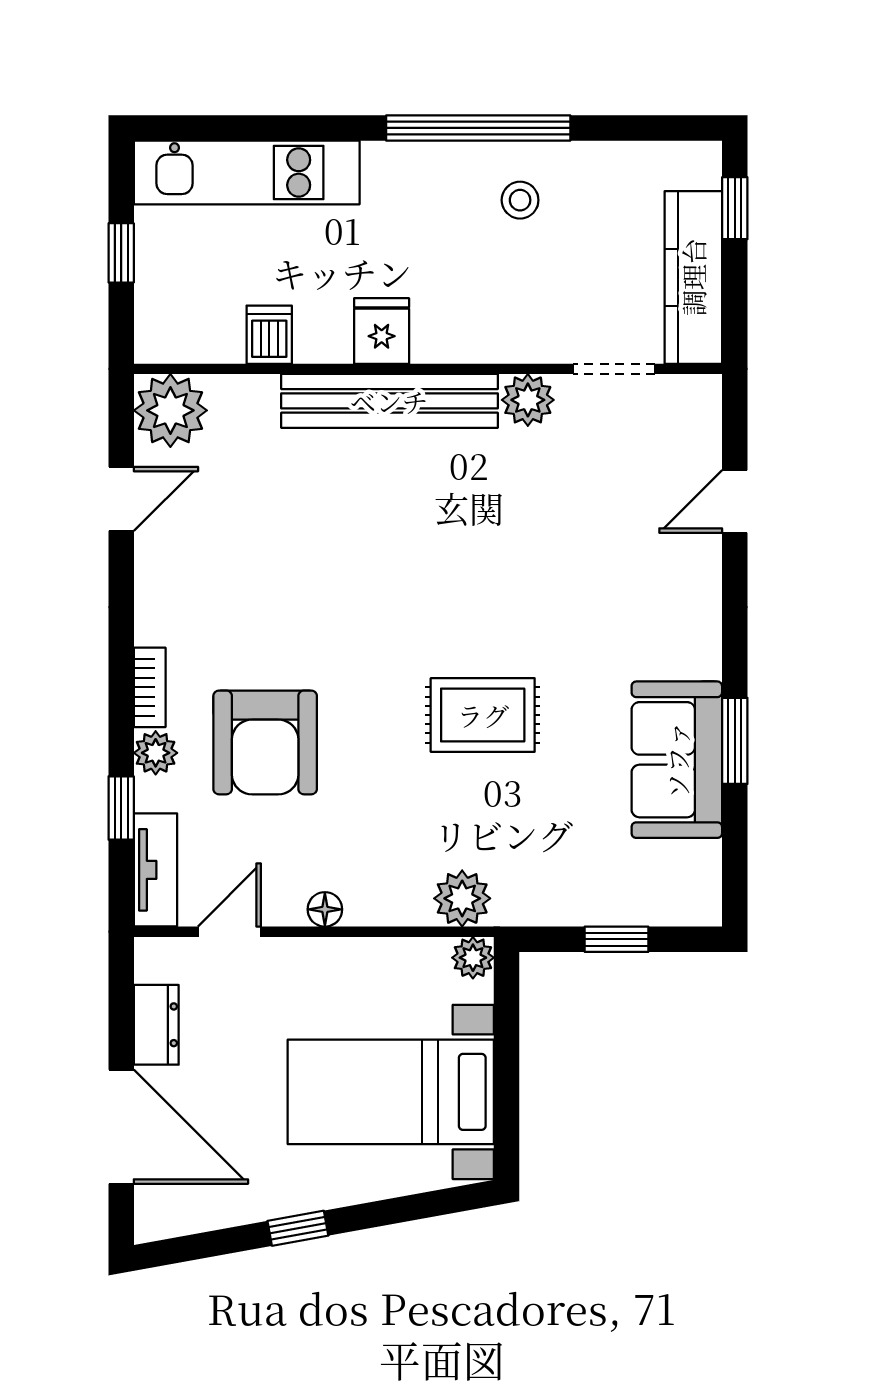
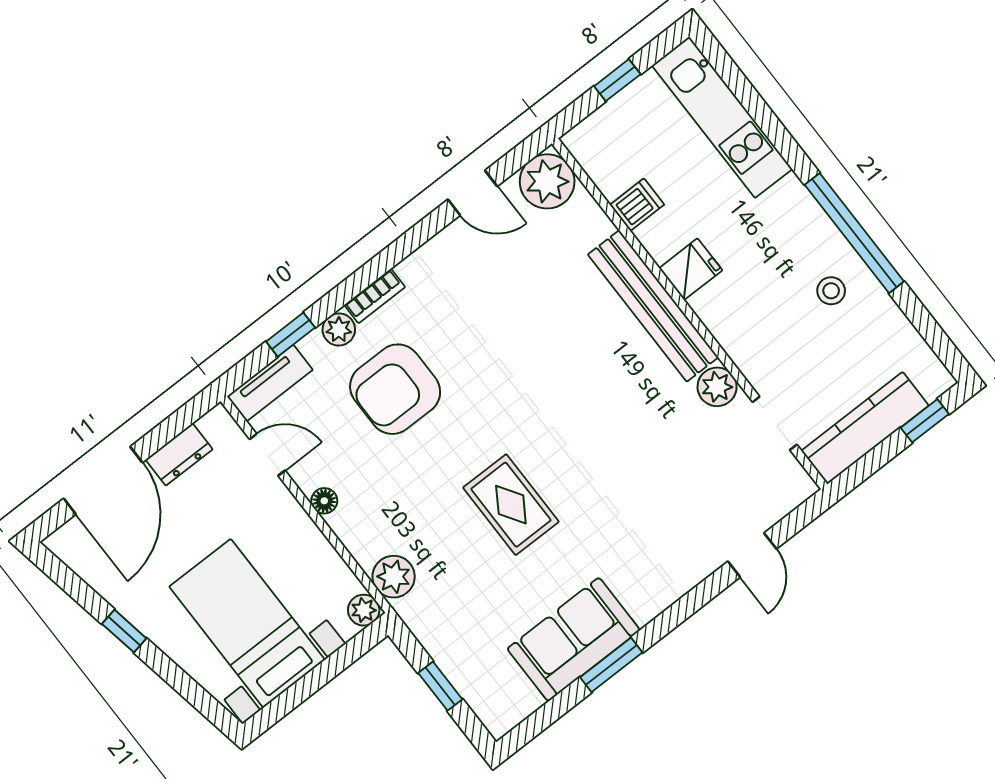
door: (735, 501) -> (752, 555), swing flipped

